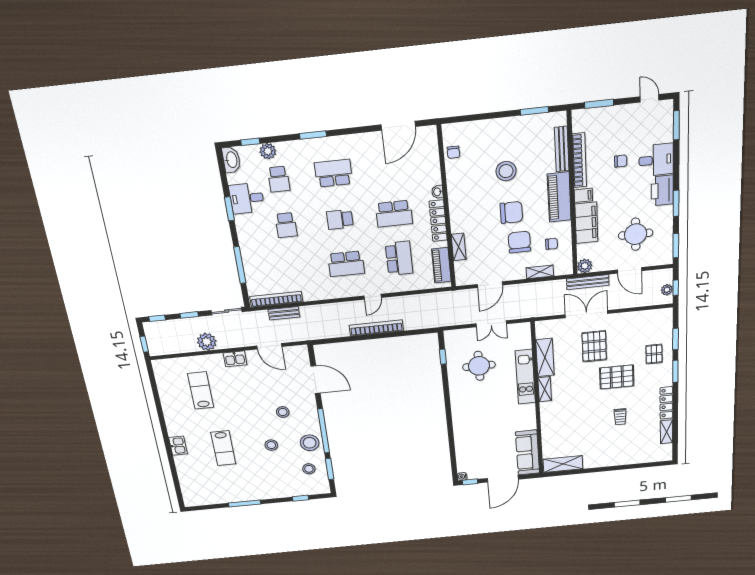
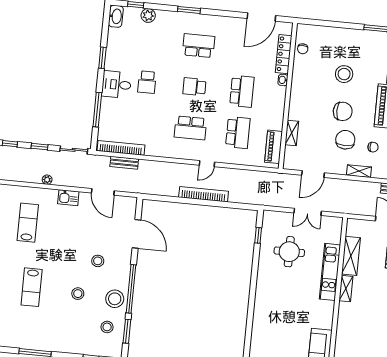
school desk: (279, 179) -> (151, 41), removed
desk: (247, 198) -> (116, 85), moved
school desk: (394, 214) -> (242, 91), turned -90
locker: (438, 221) -> (284, 54), moved
plant: (207, 342) -> (47, 180), width x0.53, depth x0.53

